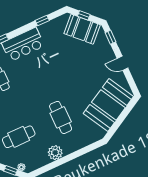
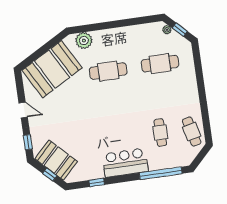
cafe table: (61, 117) -> (108, 71), turned 90
plant: (55, 153) -> (84, 41), moved

